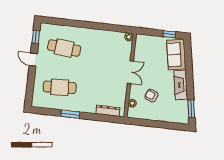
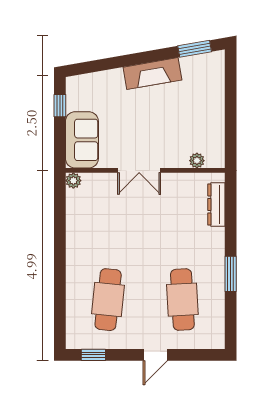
sofa: (176, 55) -> (82, 140), moved, turned -80
door: (33, 60) -> (155, 355), moved
double door: (130, 72) -> (139, 170), swing flipped
armchair: (151, 96) -> (179, 126), removed

